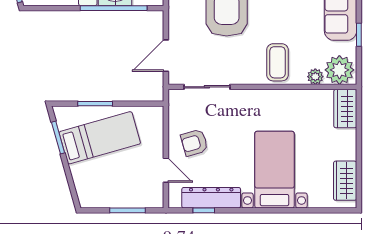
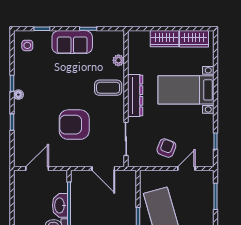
plant: (339, 70) -> (114, 43), removed
wardrobe: (345, 109) -> (164, 39), moved
armchair: (194, 143) -> (166, 148), turned -143
dresser: (211, 198) -> (135, 96), moved, turned 180

